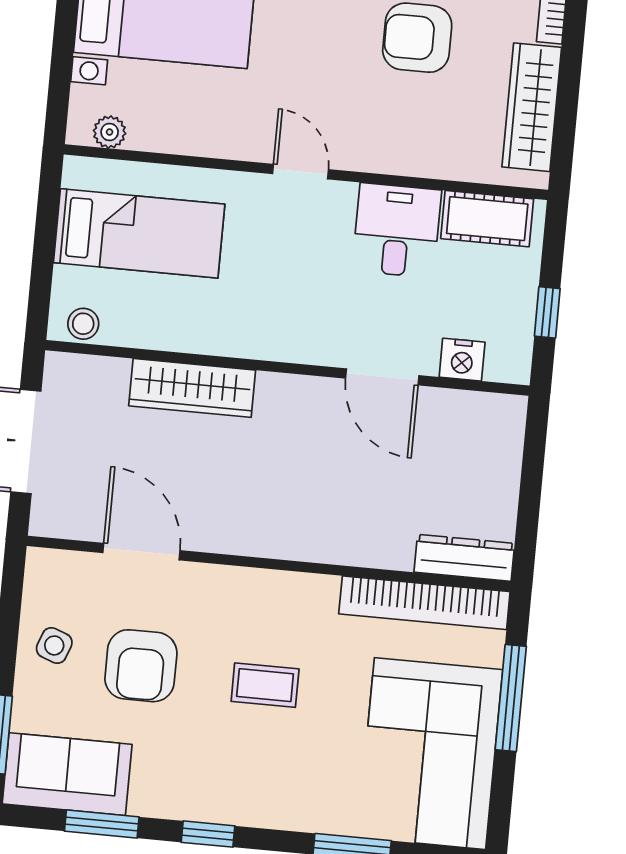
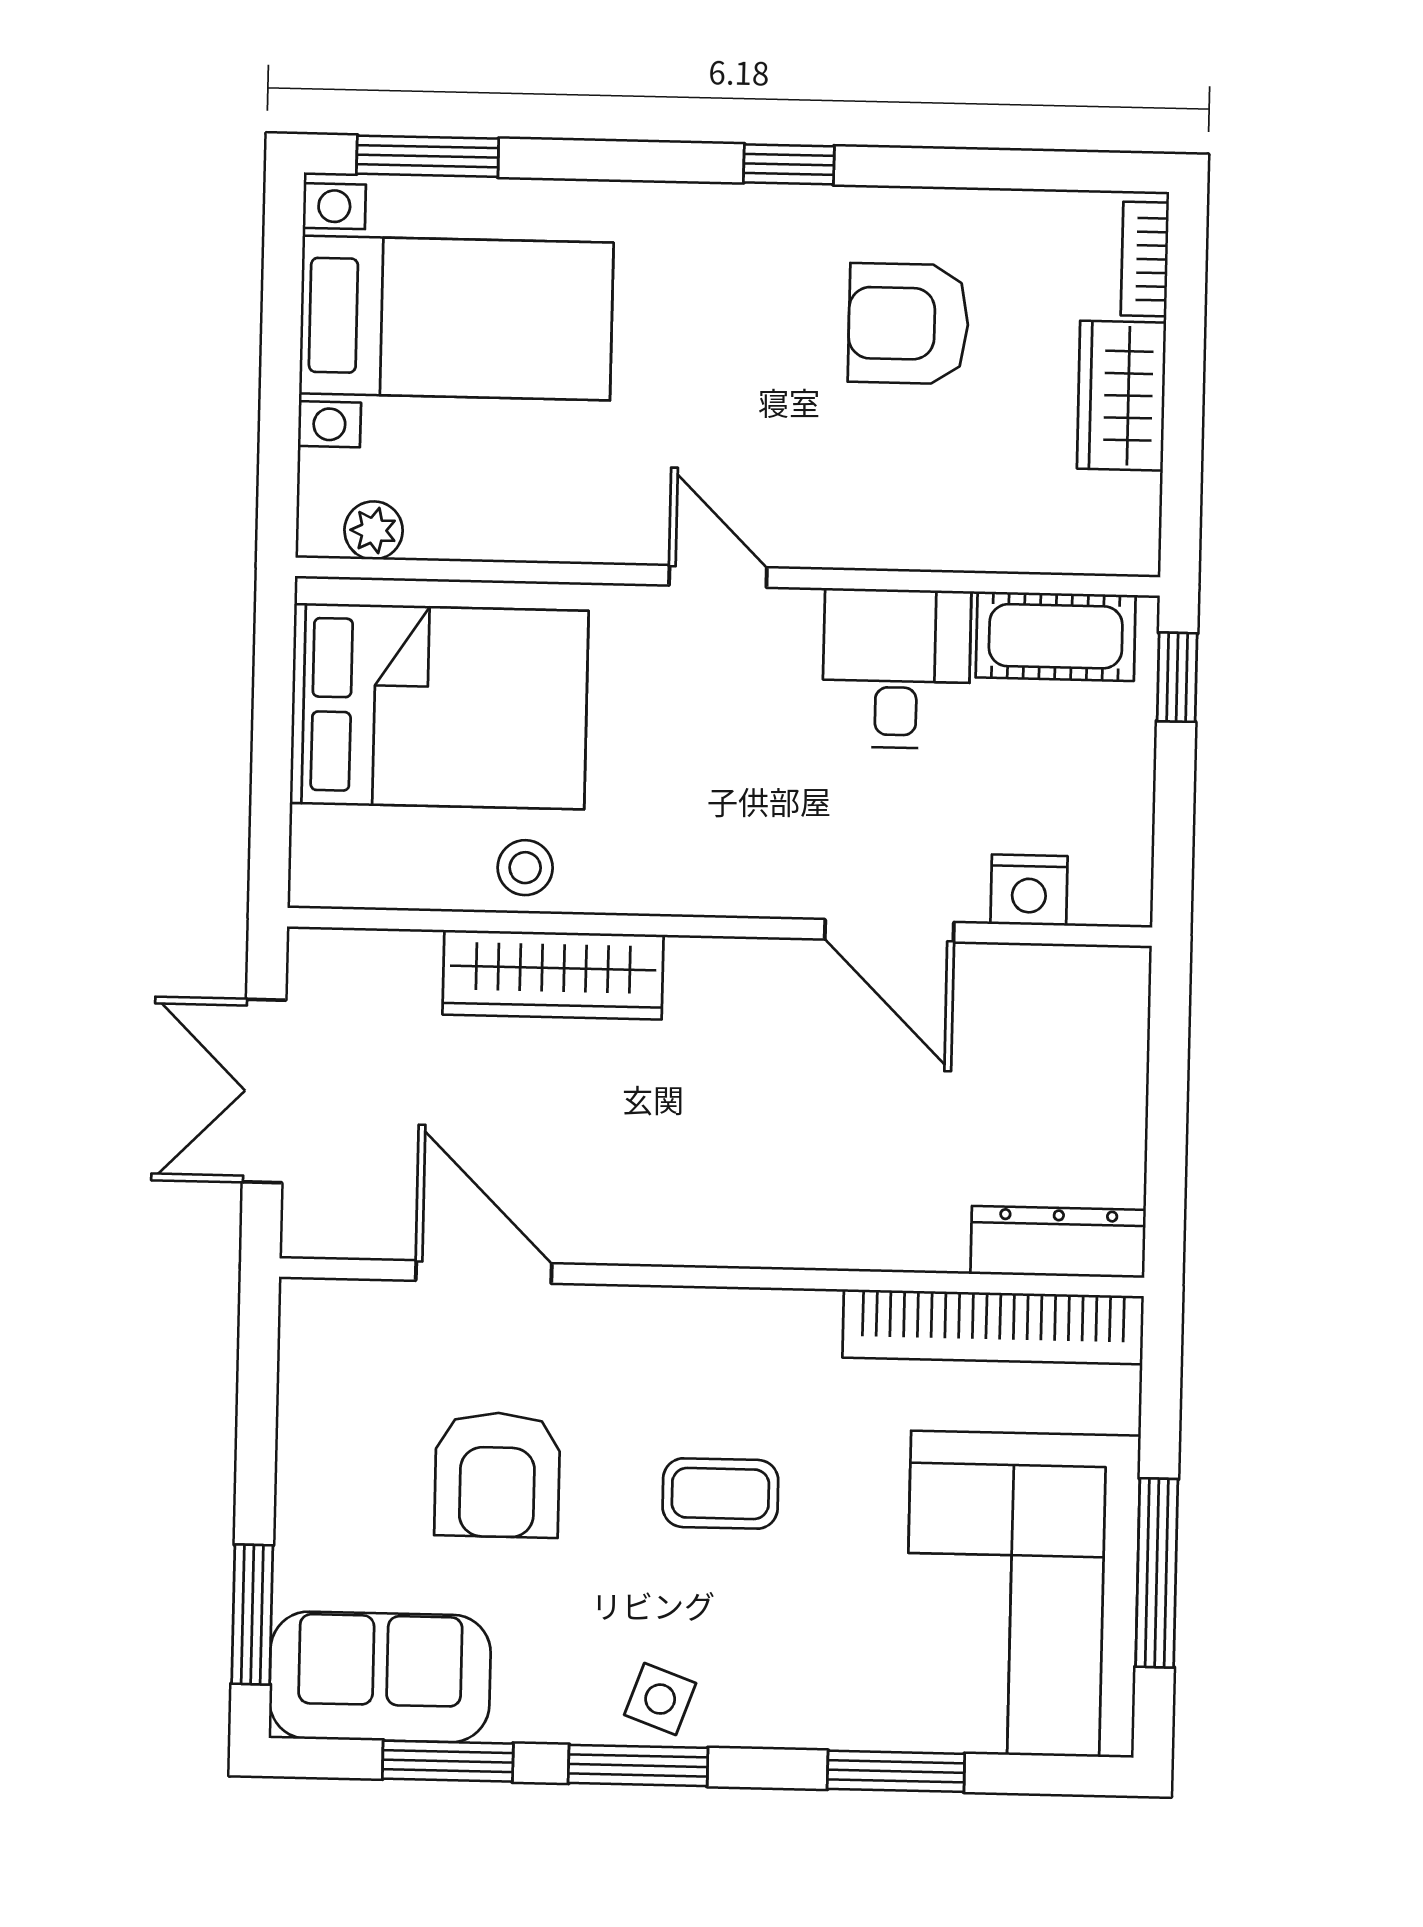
wardrobe: (532, 107) -> (1121, 396), width x0.67
bed: (139, 233) -> (439, 707), width x1.50
window: (547, 312) -> (1177, 677), moved
stool: (83, 324) -> (525, 868), moved
side table: (54, 645) -> (660, 1699), moved
window: (511, 698) -> (1157, 1573), moved
window: (208, 834) -> (638, 1765), width x1.50

